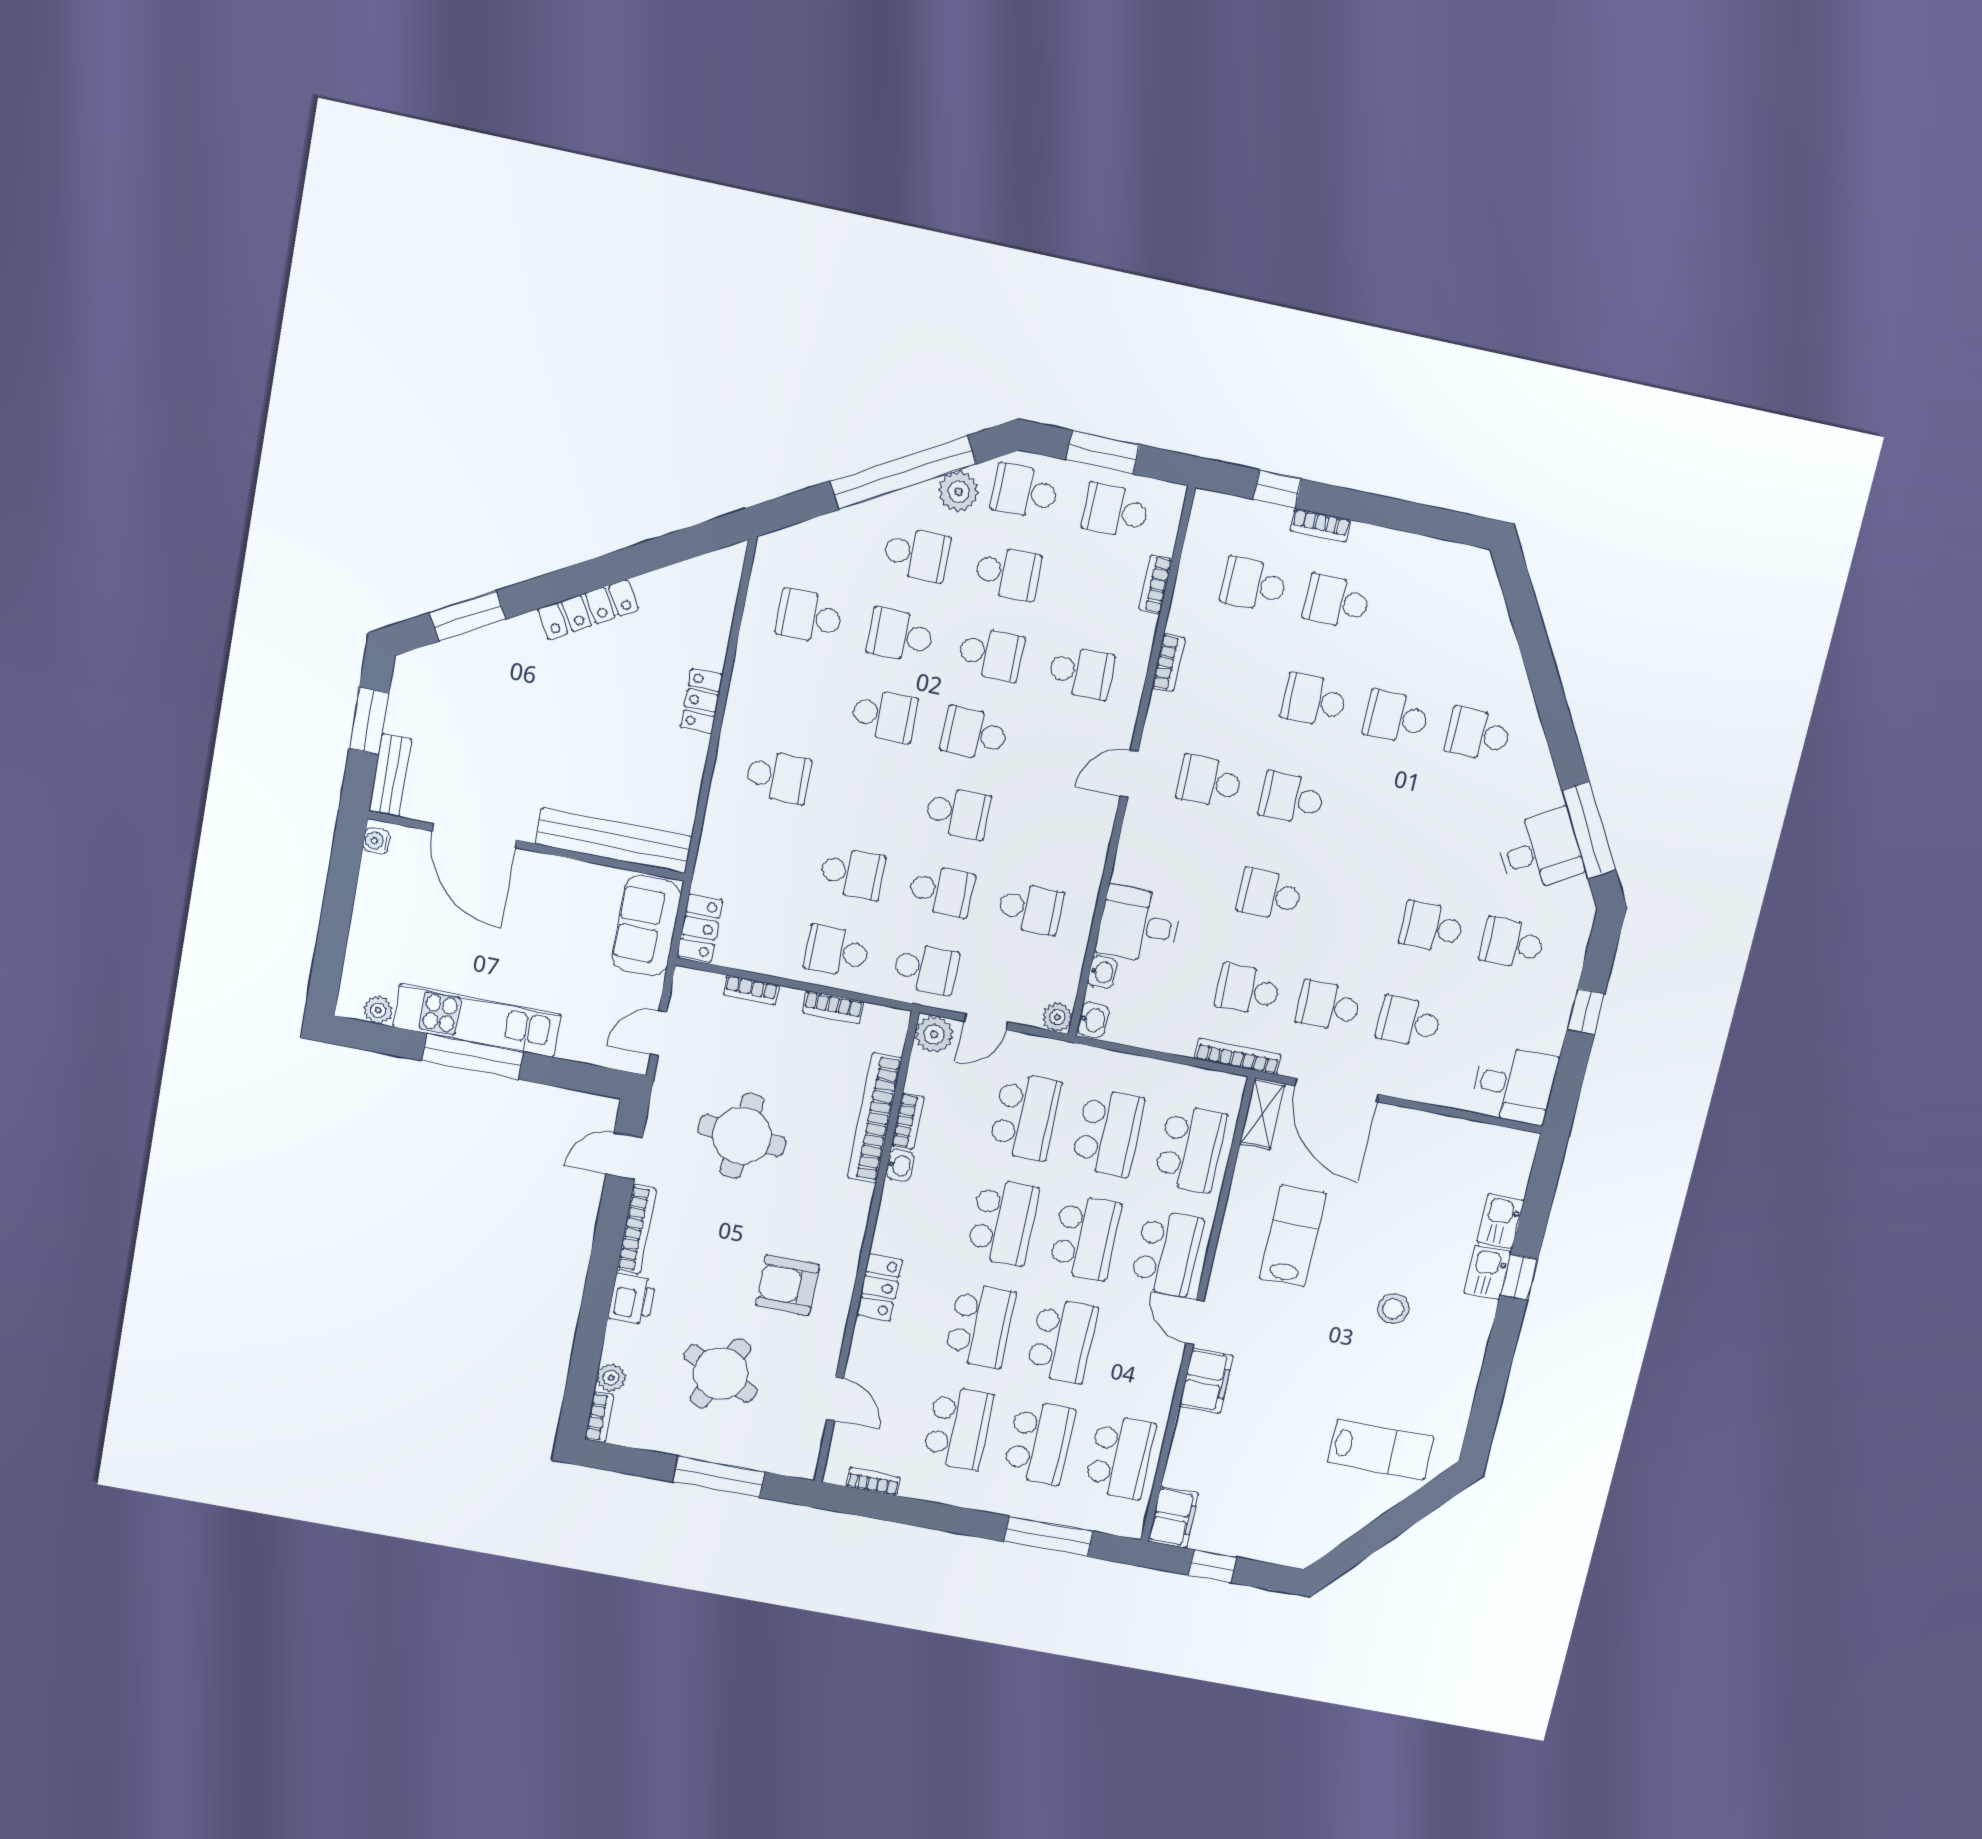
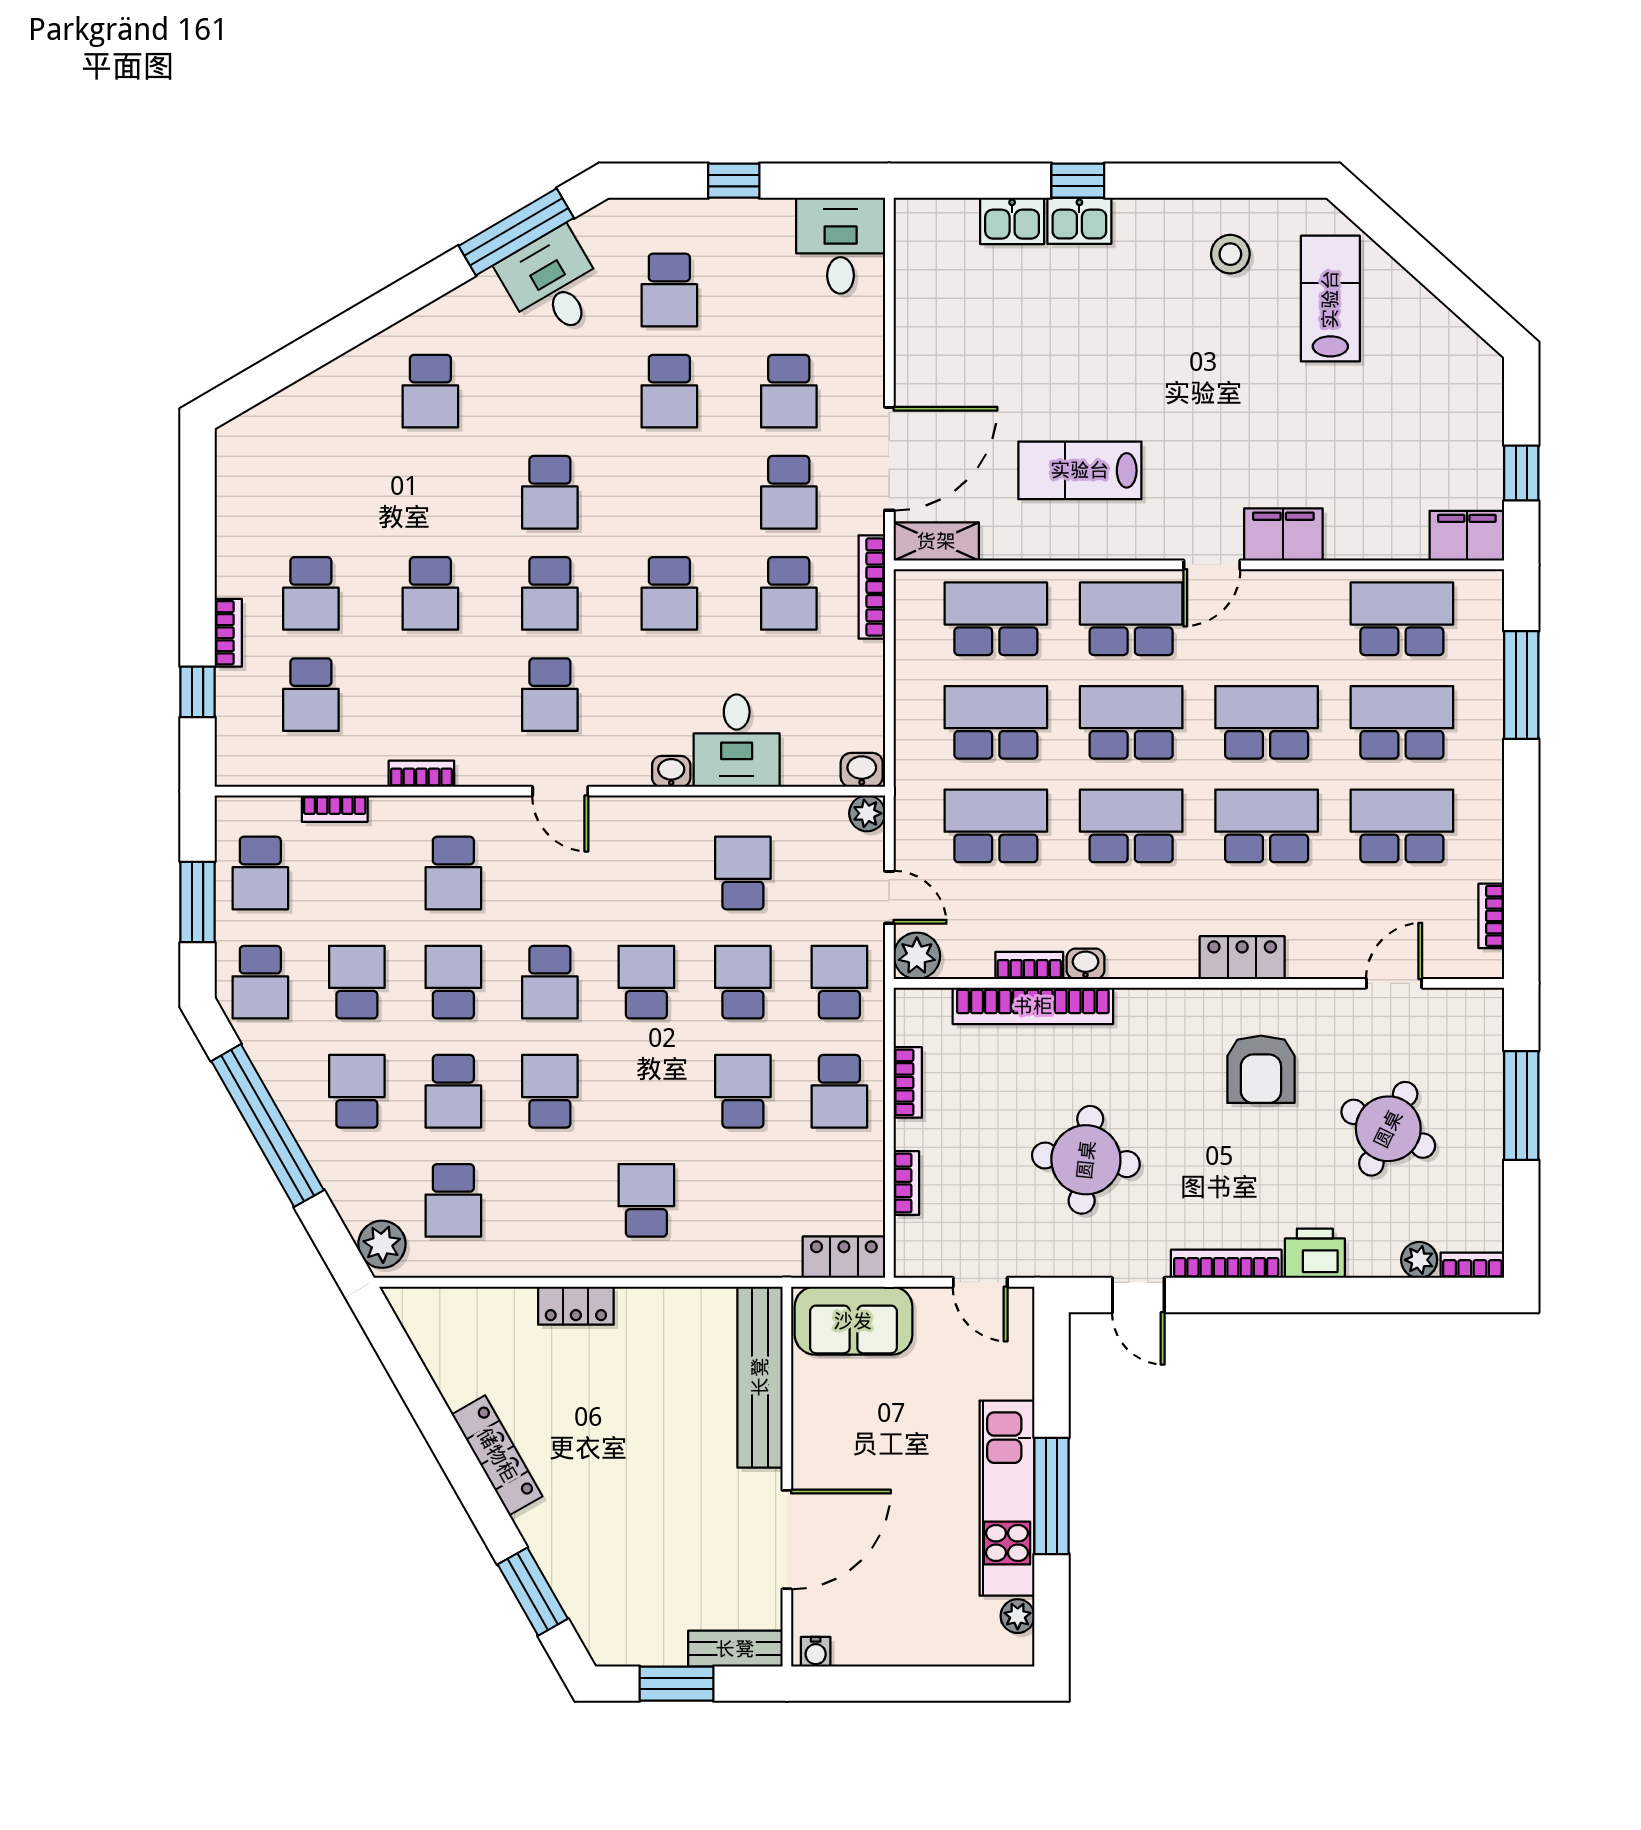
plant: (959, 491) -> (382, 1244), moved
school desk: (1081, 672) -> (453, 873), turned 180
school desk: (1396, 717) -> (550, 492), moved
washbasin: (1102, 972) -> (671, 771), moved
stool: (1393, 1309) -> (1230, 254), moved

